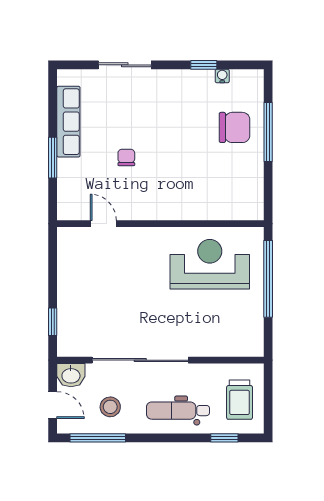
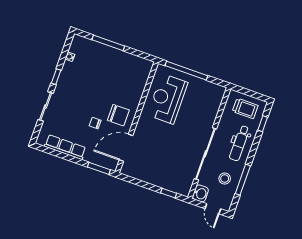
window: (204, 65) -> (56, 77), moved
chair: (234, 127) -> (118, 115), moved, turned 90
window: (53, 158) -> (99, 168), moved
door: (103, 224) -> (126, 148), width x1.88
door: (53, 405) -> (213, 209), swing flipped
window: (98, 438) -> (243, 180), moved

